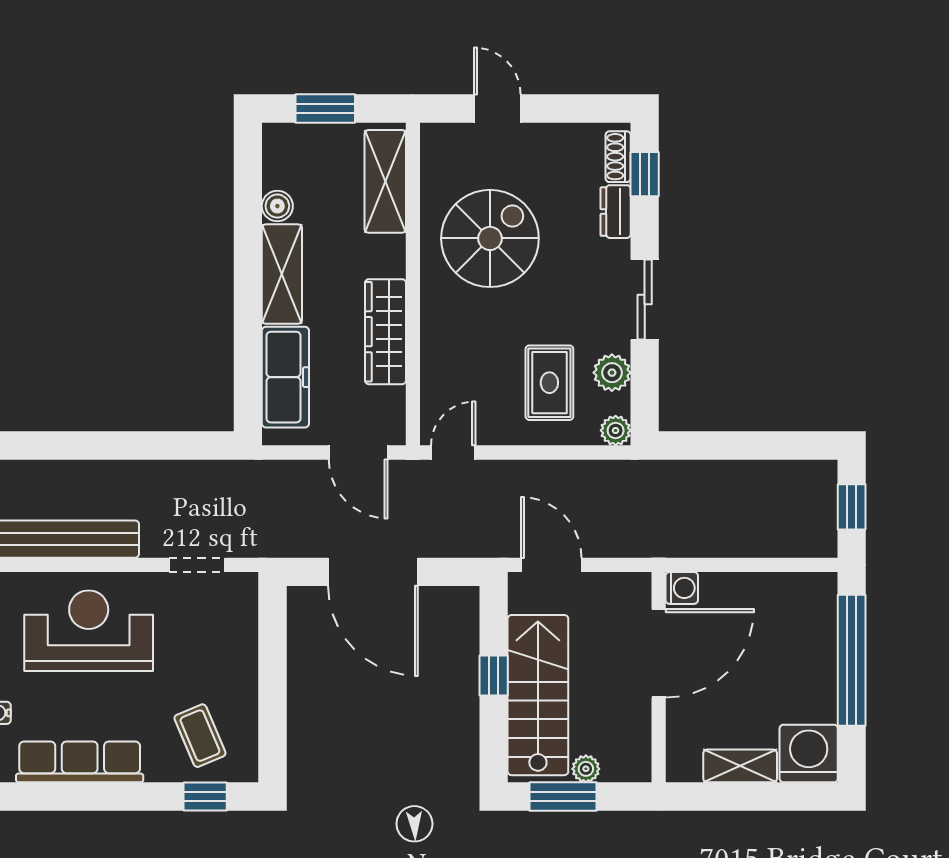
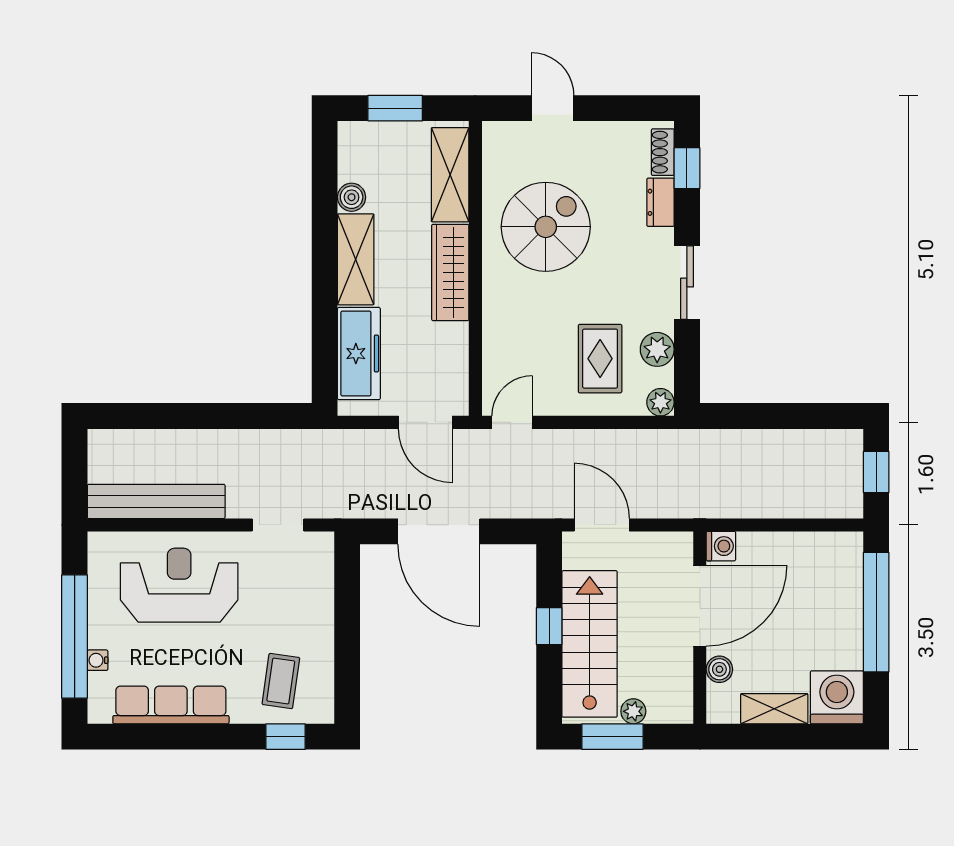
wardrobe: (386, 332) -> (450, 272), moved
boiler: (680, 723) -> (719, 669), added
coffee table: (200, 736) -> (281, 681), turned 31

